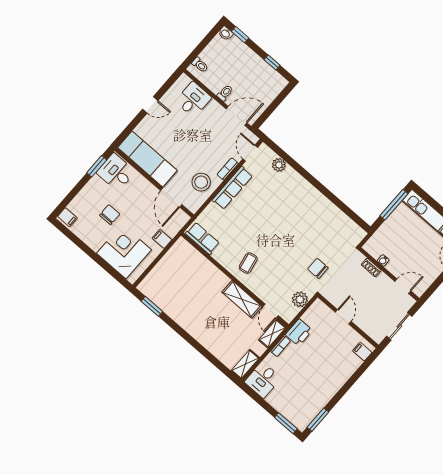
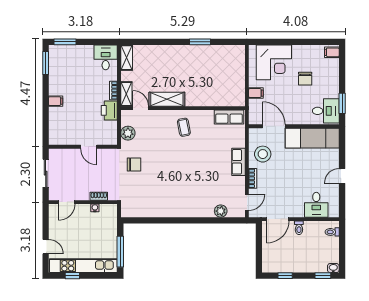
door: (250, 153) -> (247, 202), hinge flipped
row of seats: (232, 188) -> (238, 162), width x0.68
window: (152, 306) -> (200, 42), moved
filing cabinet: (362, 352) -> (56, 101), moved

